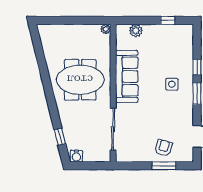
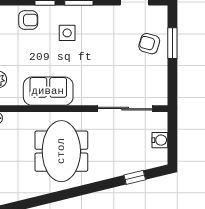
armchair: (182, 54) -> (28, 20), added
sofa: (127, 76) -> (48, 91), width x0.73
water cooler: (76, 156) -> (160, 140), moved

